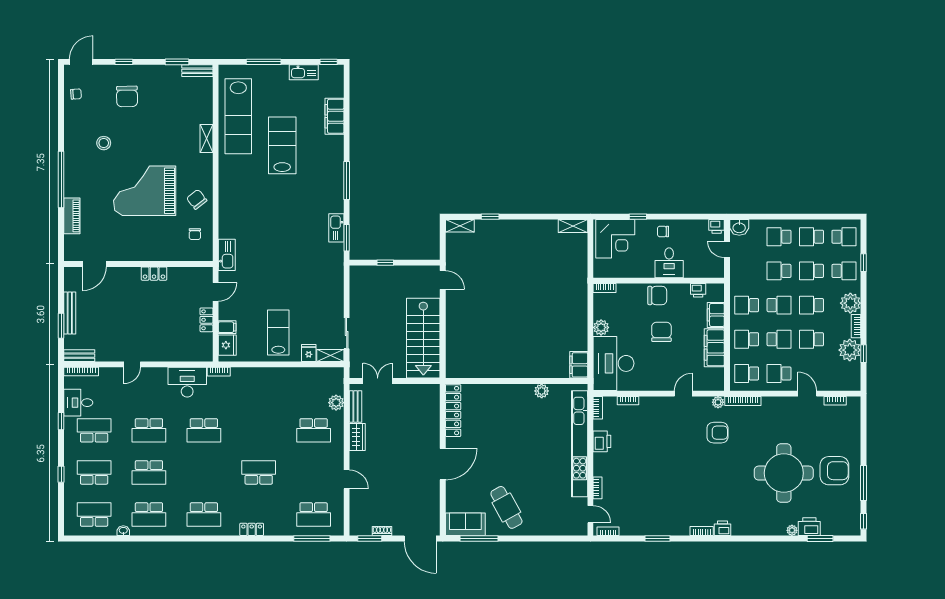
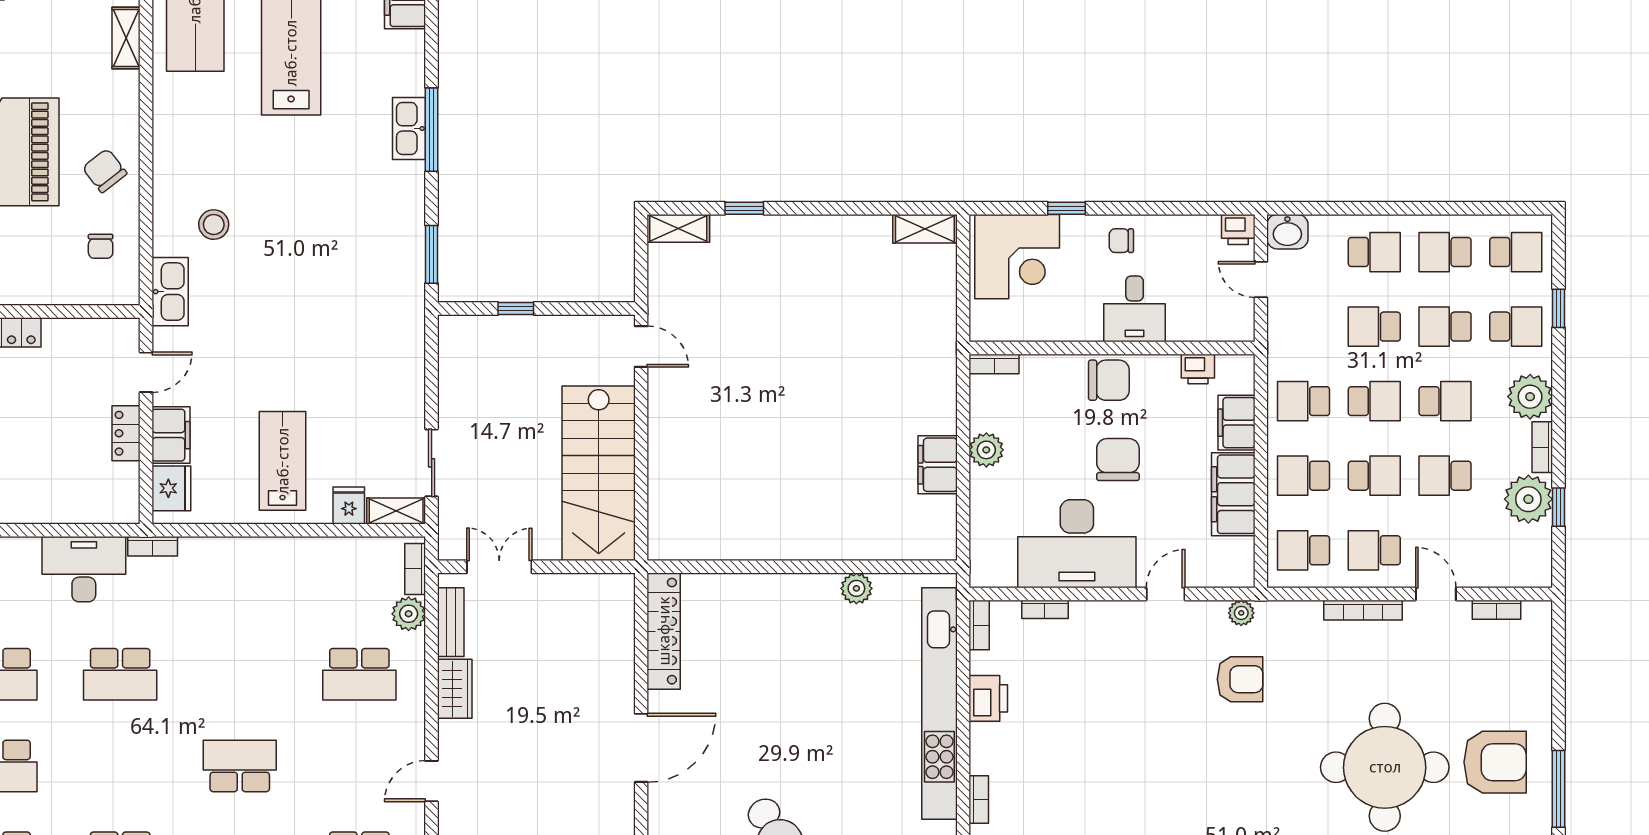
stool: (247, 224) -> (214, 225), added
kitchen sink: (336, 228) -> (409, 128), moved
school desk: (779, 237) -> (1374, 252), turned 180
school desk: (811, 305) -> (1445, 401), turned 180
filing cabinet: (227, 327) -> (171, 435), width x2.00
desk: (613, 363) -> (1077, 544), moved, turned -90
filing cabinet: (579, 365) -> (938, 465), moved
bookcase: (339, 382) -> (415, 569), added
bookcase: (743, 401) -> (1363, 610), moved
door: (347, 479) -> (432, 781), swing flipped

